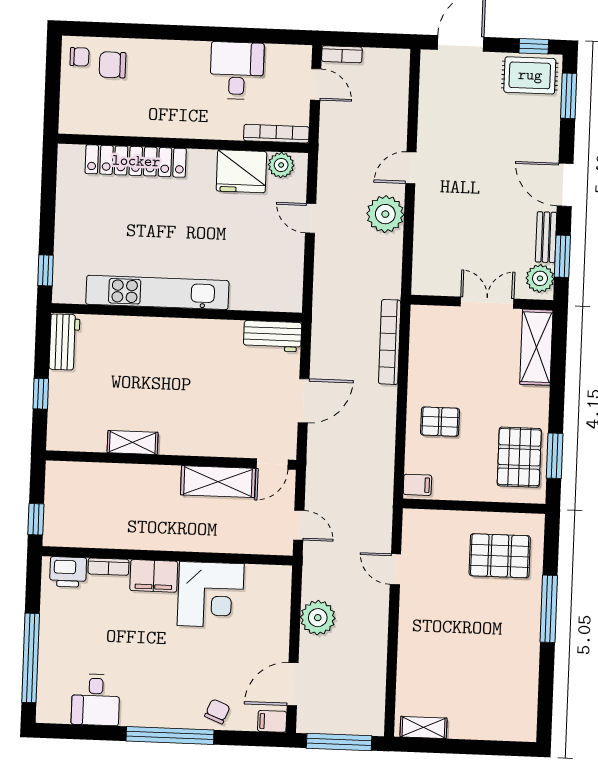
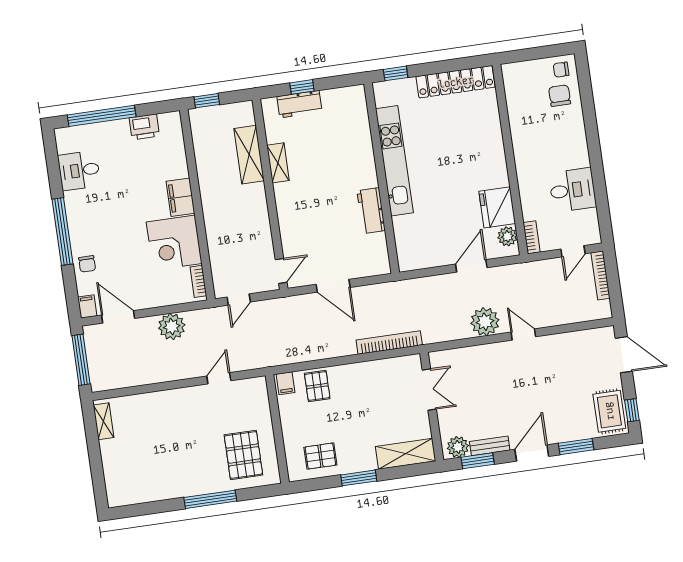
bookcase: (342, 54) -> (600, 275), width x1.56
chair: (80, 57) -> (561, 70), turned 90
window: (569, 96) -> (576, 447), moved
bookcase: (276, 134) -> (532, 237), width x0.64
locker: (136, 161) -> (456, 82), moved, turned -90
door: (311, 218) -> (471, 266), width x1.38
double door: (487, 303) -> (429, 390), moved
workbench: (273, 336) -> (371, 211), moved
workbench: (64, 342) -> (299, 104), moved
pallet: (440, 422) -> (317, 386), moved
window: (555, 456) -> (359, 478), moved
pallet: (519, 457) -> (320, 456), width x0.67, depth x0.71
door: (272, 464) -> (281, 271), swing flipped
shelving: (218, 482) -> (249, 155), moved
bookcase: (108, 567) -> (198, 281), moved
printer: (68, 572) -> (144, 127), moved, turned -90
chair: (217, 711) -> (87, 264), turned 68

